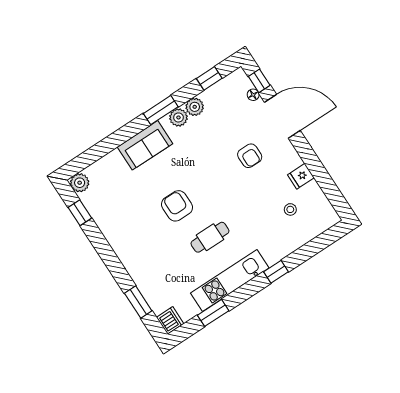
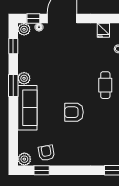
plant: (195, 107) -> (24, 29), moved
sofa: (145, 145) -> (27, 108), width x1.36
armchair: (250, 156) -> (46, 153), moved, turned -100
cafe table: (210, 237) -> (105, 85), moved

